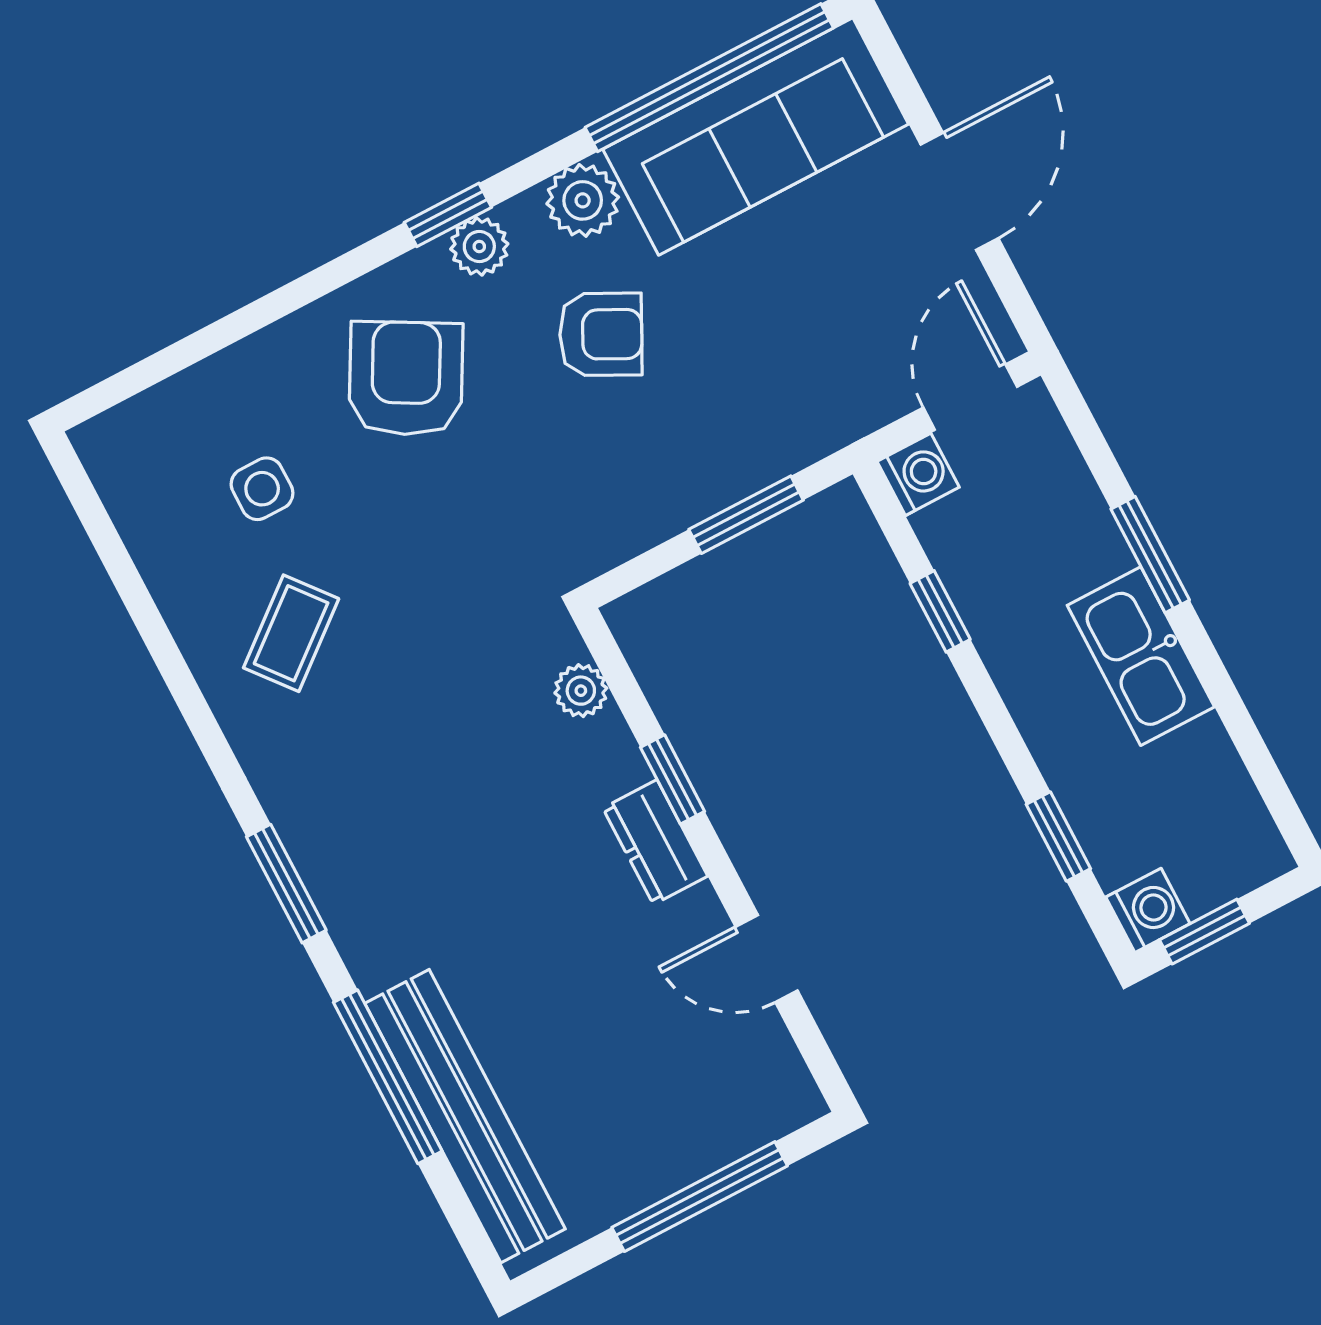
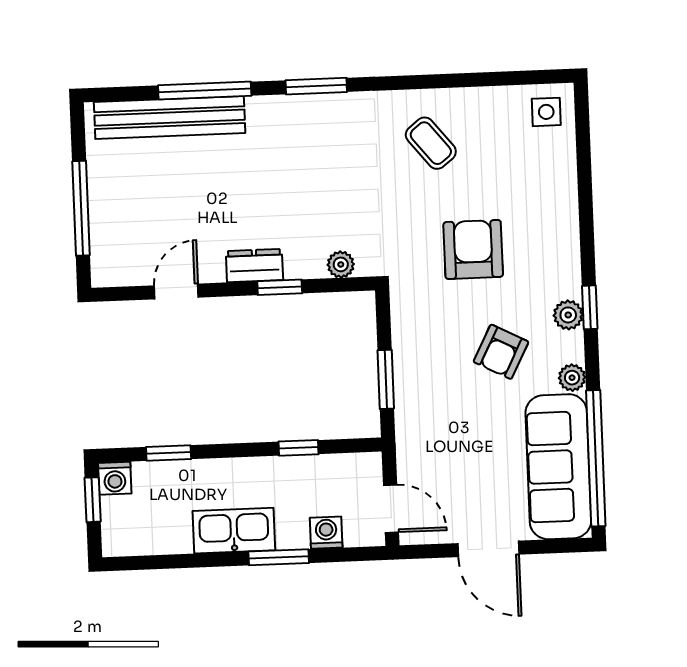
plant: (583, 200) -> (572, 378), width x0.73, depth x0.73
armchair: (406, 378) -> (473, 249), moved, turned -119
washing machine: (918, 474) -> (326, 533), moved, turned 180
side table: (262, 489) -> (546, 112), moved

